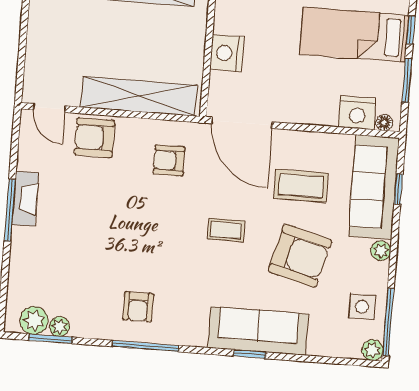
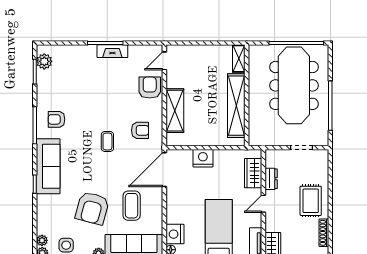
shelving: (139, 96) -> (175, 111), width x0.68
armchair: (169, 160) -> (140, 130), turned 90
coffee table: (226, 230) -> (107, 141), moved
plant: (59, 327) -> (42, 240), moved
sofa: (258, 331) -> (48, 166), moved

